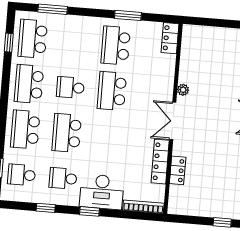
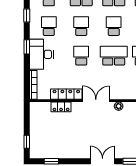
school desk: (67, 133) -> (81, 26), width x0.54
school desk: (108, 136) -> (81, 56), added

